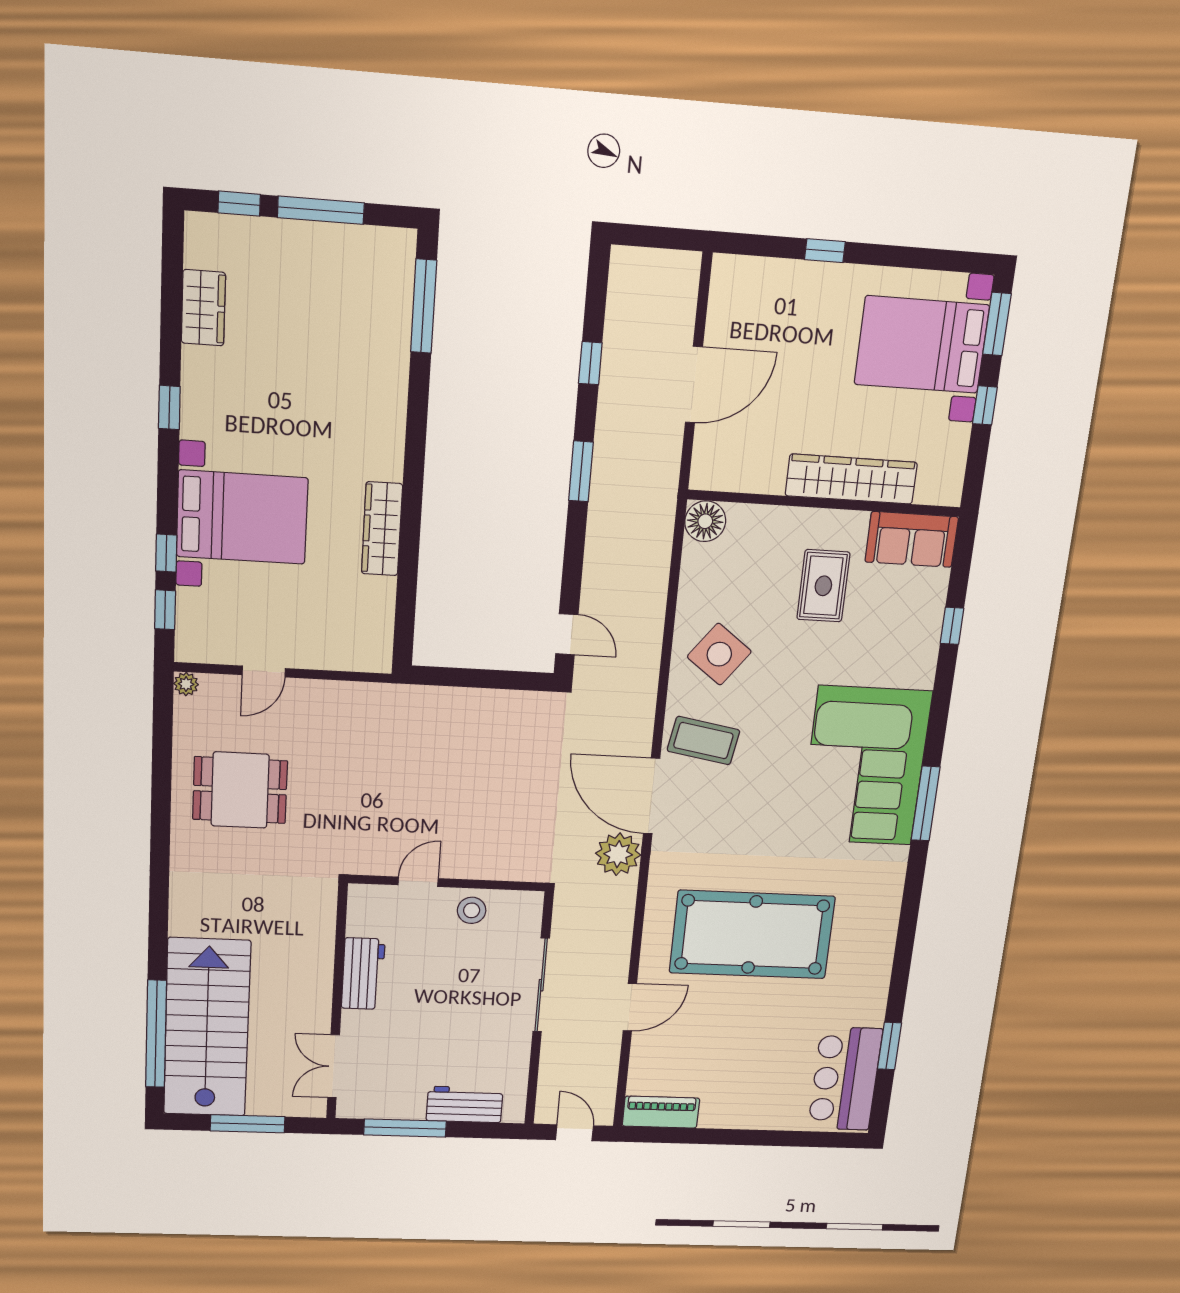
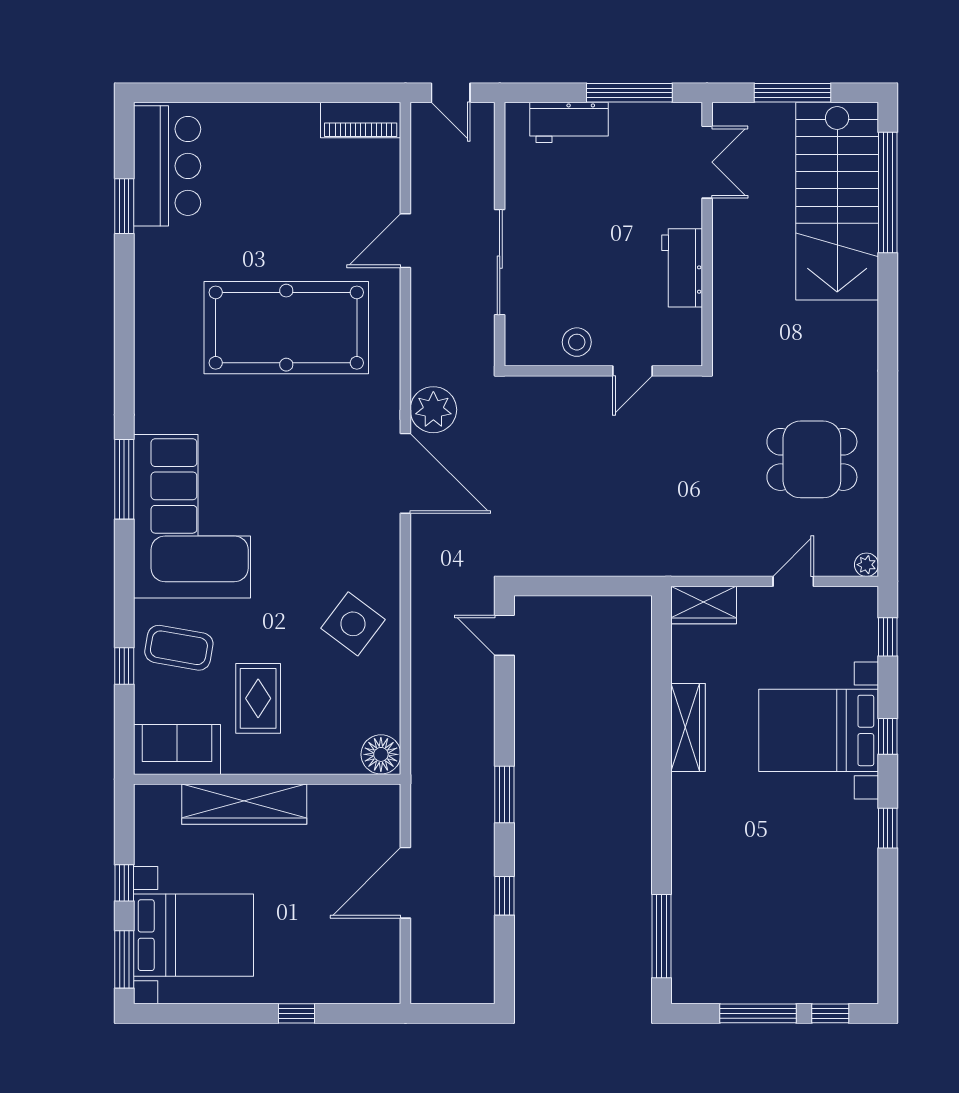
wardrobe: (203, 308) -> (704, 605), moved, turned -90
window: (166, 553) -> (888, 736), moved
coffee table: (703, 741) -> (179, 648), moved

